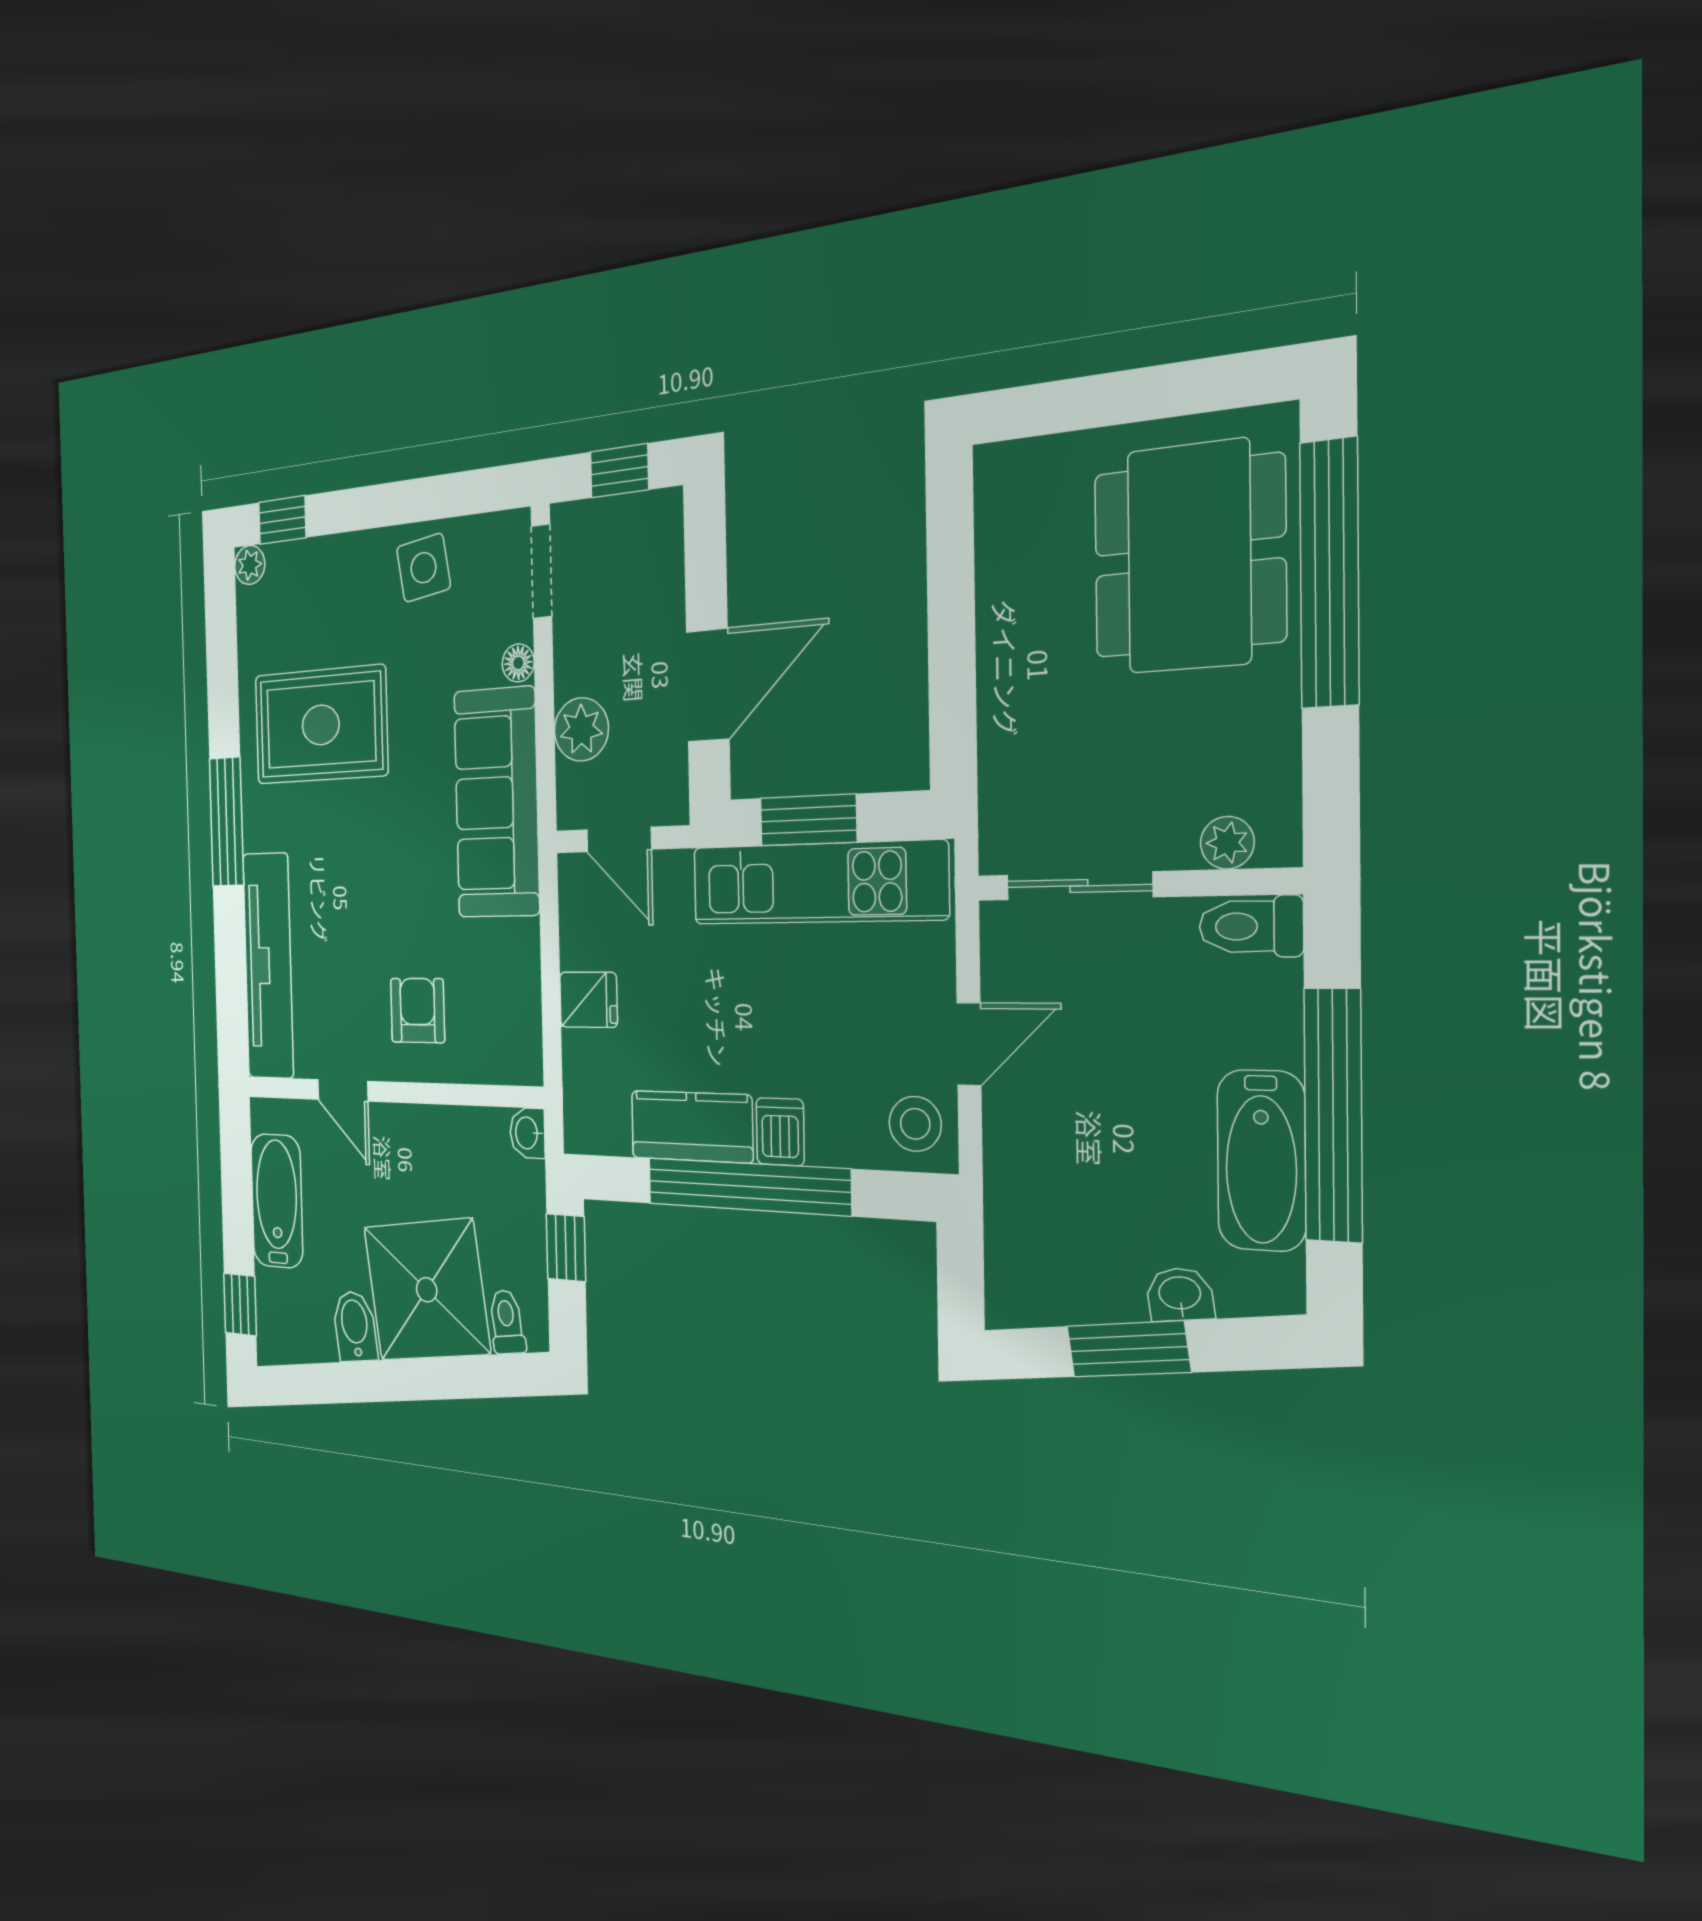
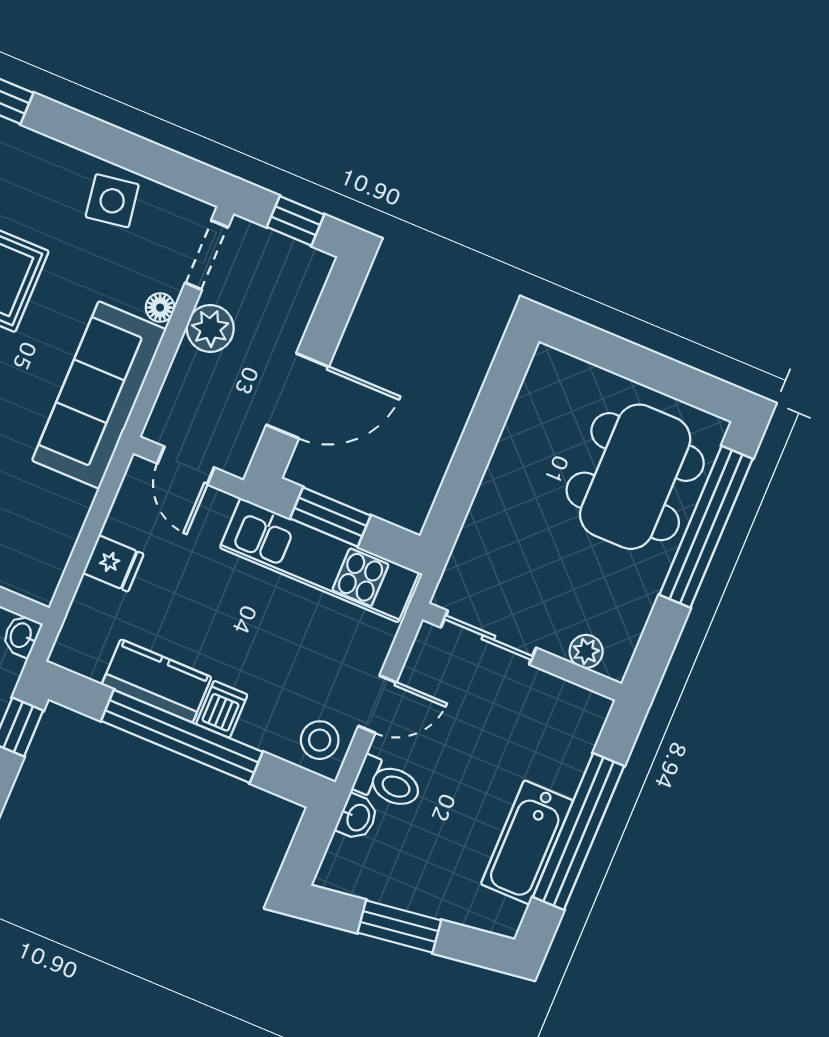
plant: (581, 729) -> (210, 328), moved
toilet: (1251, 926) -> (388, 783), moved, turned 180
washbasin: (1180, 1294) -> (357, 817), moved, turned 98

